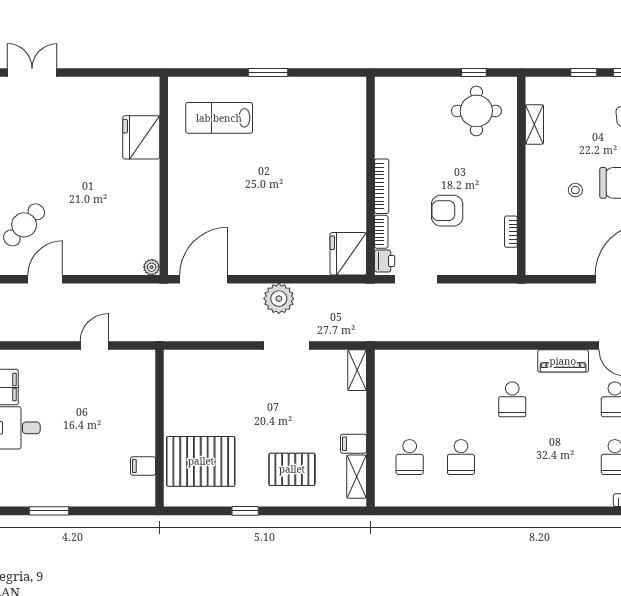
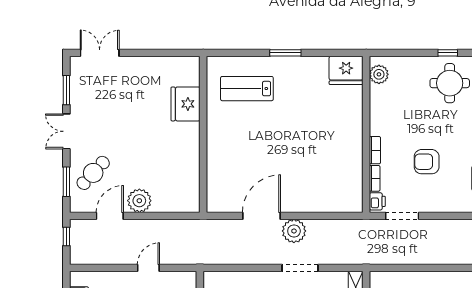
plant: (387, 100) -> (379, 74), added
bookcase: (382, 186) -> (375, 150), width x0.64
fridge: (348, 254) -> (346, 70), moved, turned -90
plant: (152, 267) -> (139, 201), moved, width x1.88, depth x1.88
door: (204, 279) -> (261, 216), moved

